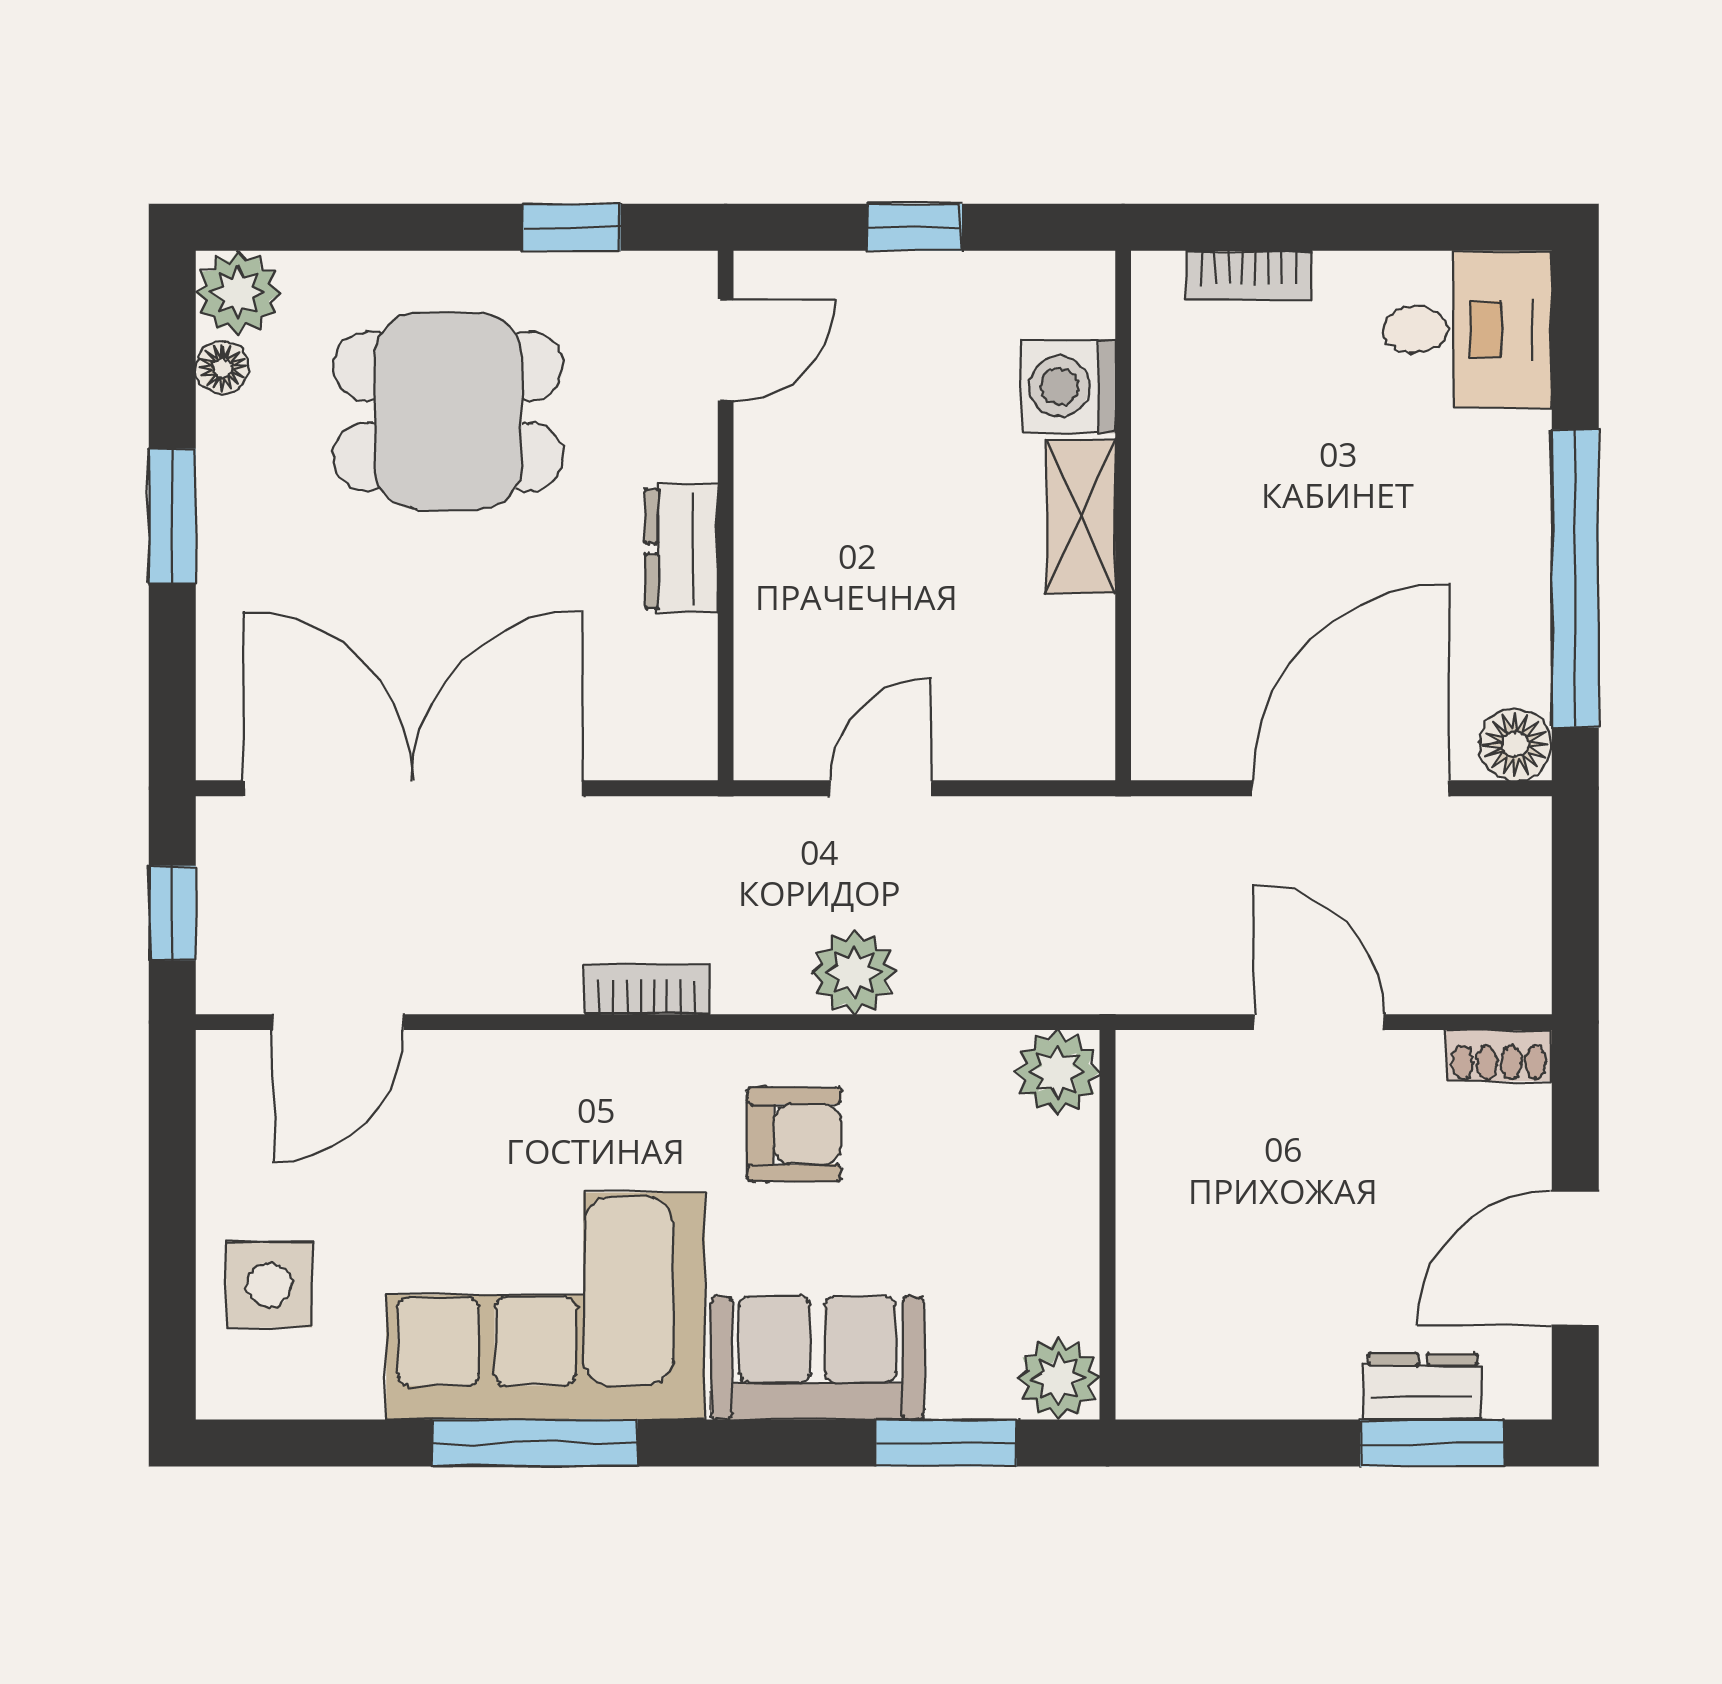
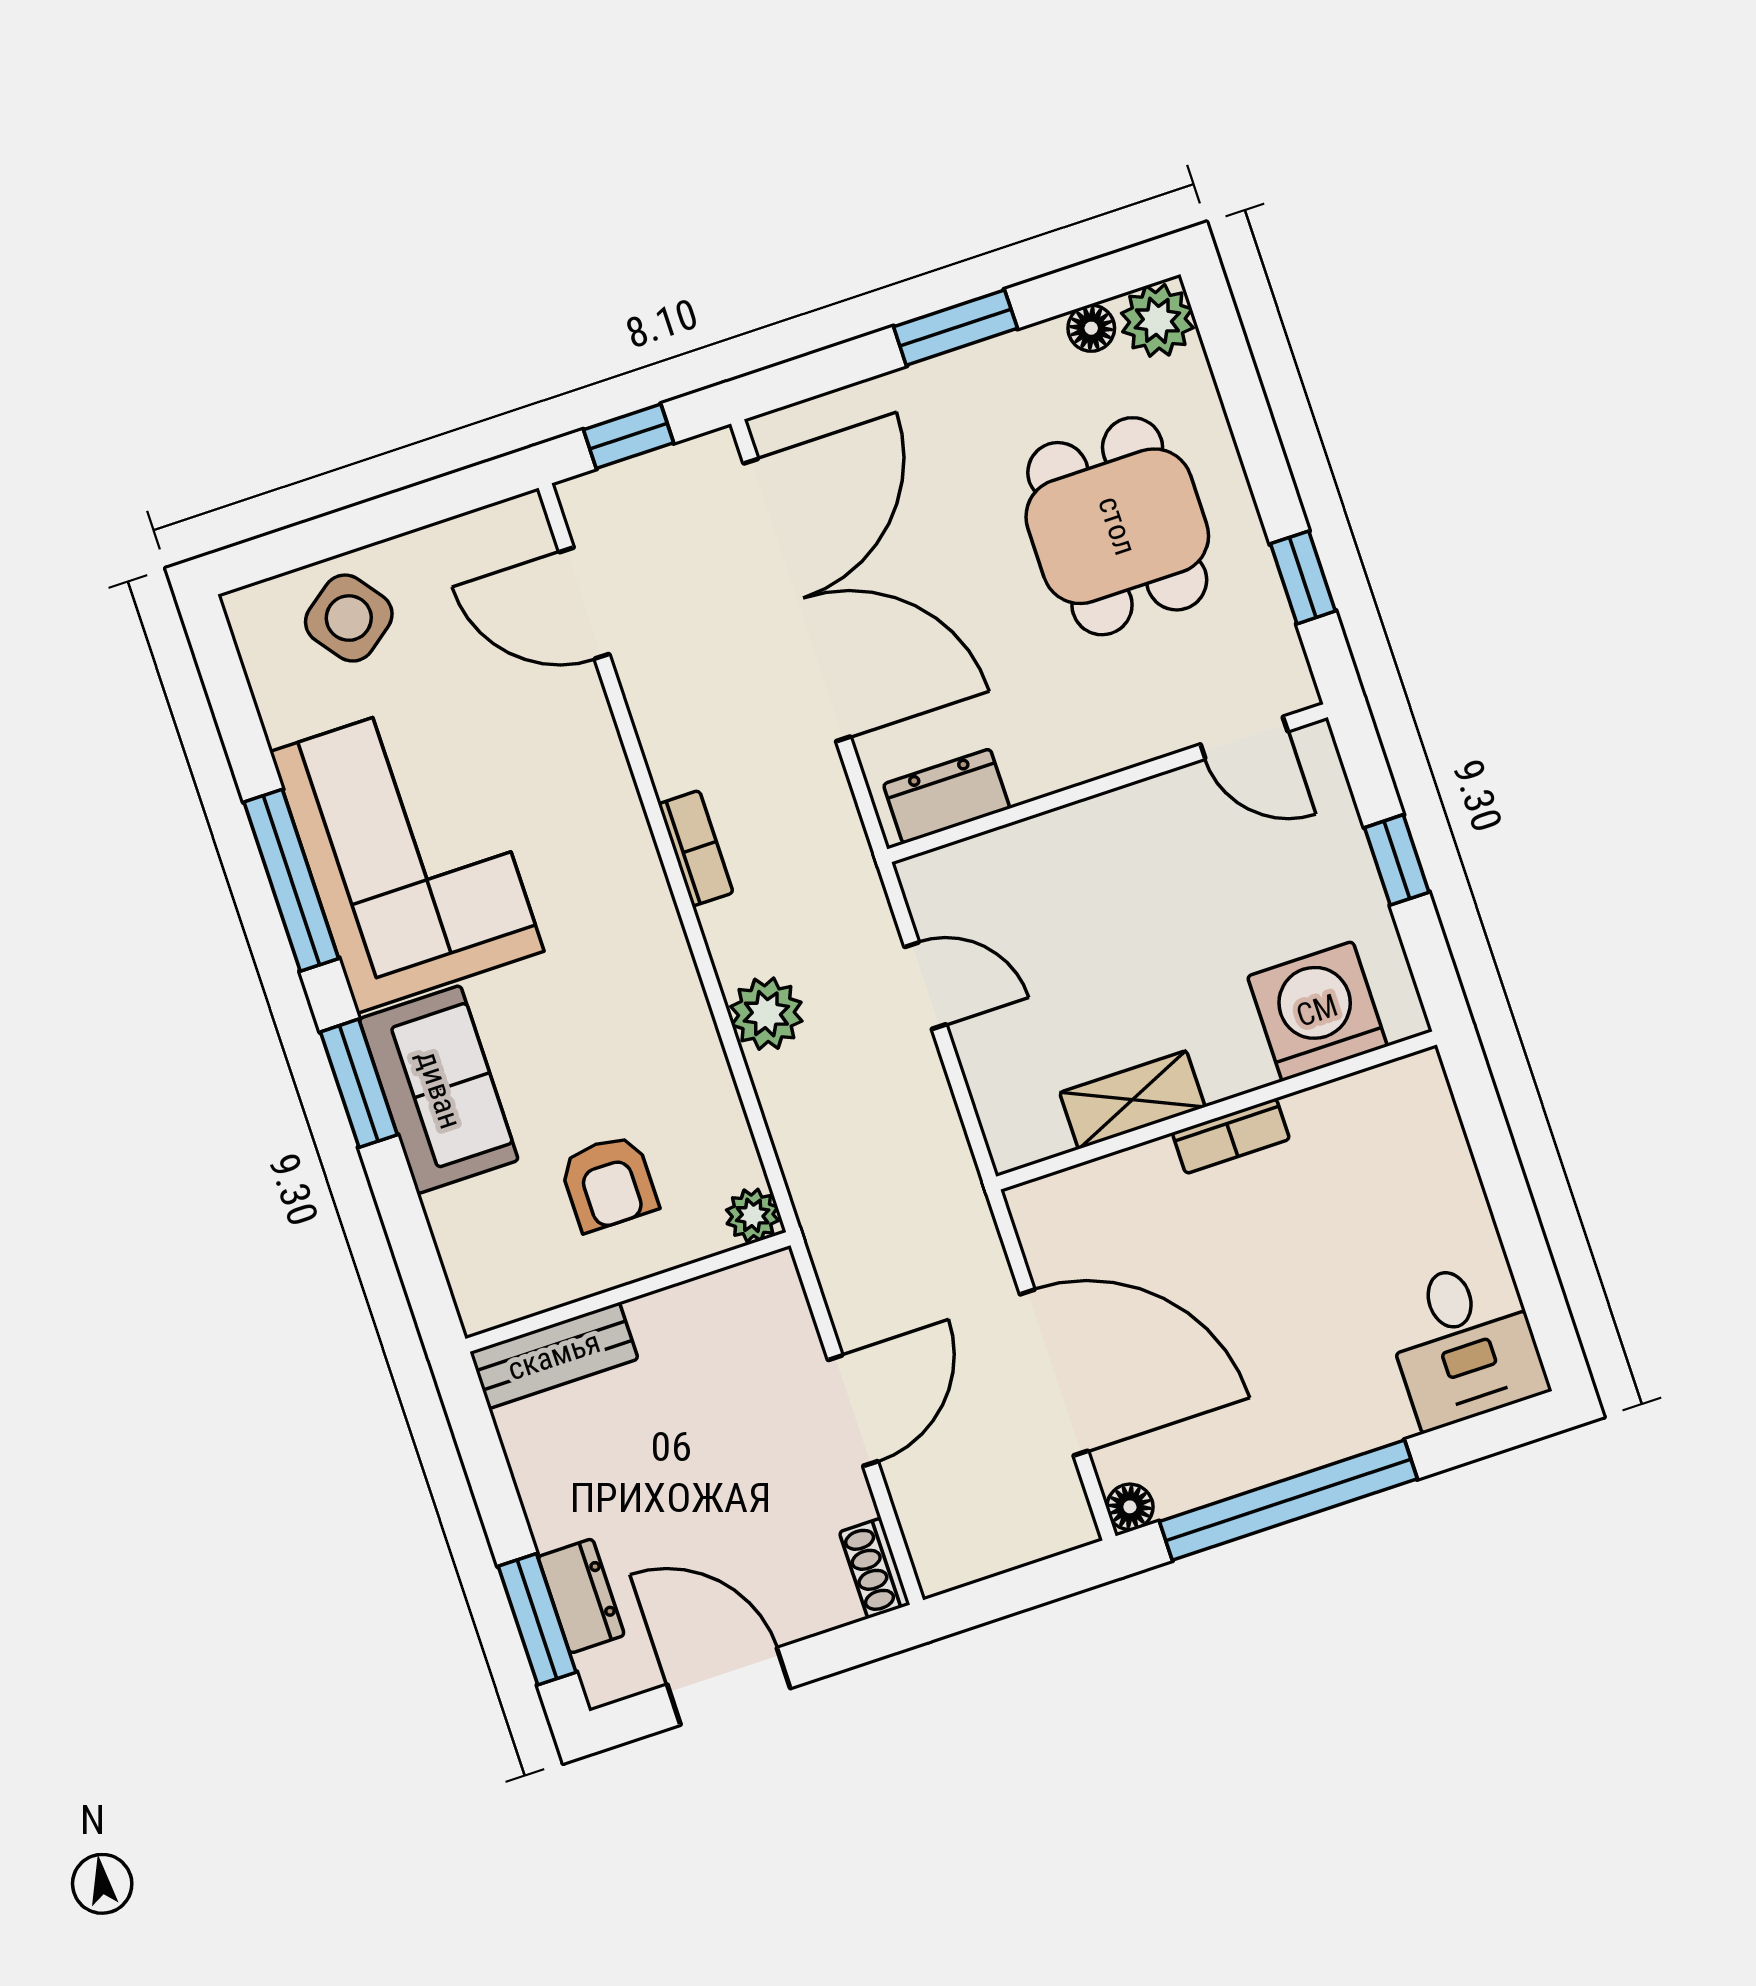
bookcase: (1249, 276) -> (1231, 1136), moved, turned -90
washing machine: (1069, 386) -> (1317, 1011), width x1.37, depth x1.37
shelving: (1081, 516) -> (1132, 1100), moved
dresser: (681, 549) -> (947, 796), moved
floor lamp: (1515, 744) -> (1130, 1507), width x0.73, depth x0.73
plant: (1057, 1072) -> (753, 1215), width x0.73, depth x0.73
armchair: (794, 1134) -> (609, 1183), moved
side table: (269, 1285) -> (349, 618), turned -37
bench: (1150, 1329) -> (554, 1356), added
plant: (1058, 1378) -> (488, 1294), removed
window: (947, 1443) -> (359, 1083), moved

